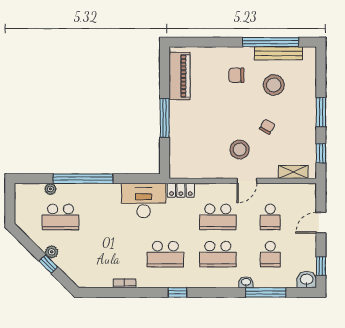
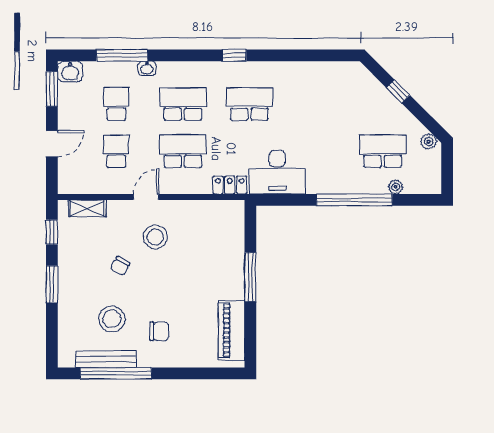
plant: (52, 252) -> (429, 142), moved
window: (321, 266) -> (52, 89), width x1.50
bookcase: (125, 283) -> (301, 67), removed

